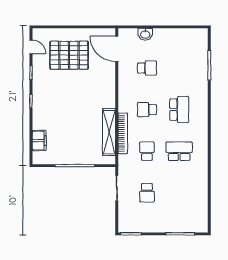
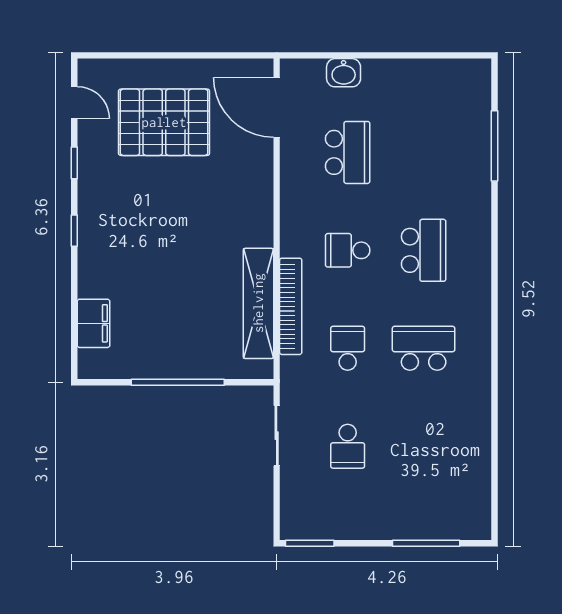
school desk: (147, 68) -> (348, 152), width x1.85

